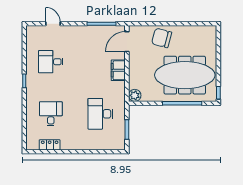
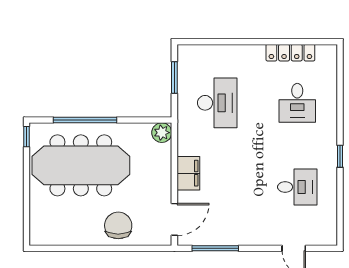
chair: (162, 38) -> (118, 225), turned -105
locker: (50, 145) -> (290, 53), width x1.53

